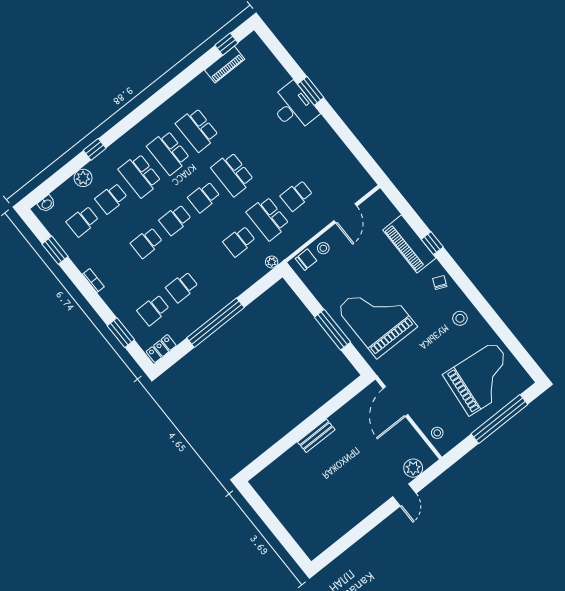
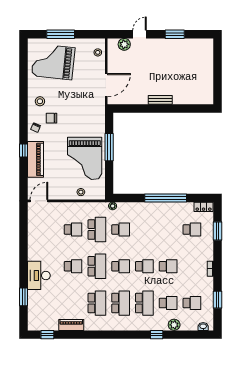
piano: (225, 65) -> (71, 325), moved
window: (311, 91) -> (24, 297), moved
door: (345, 213) -> (39, 201), moved
chair: (306, 260) -> (51, 118), moved
school desk: (182, 287) -> (73, 266), moved
grand piano: (377, 318) -> (85, 158), moved
window: (499, 419) -> (61, 34), width x0.68
window: (362, 529) -> (175, 34), added

